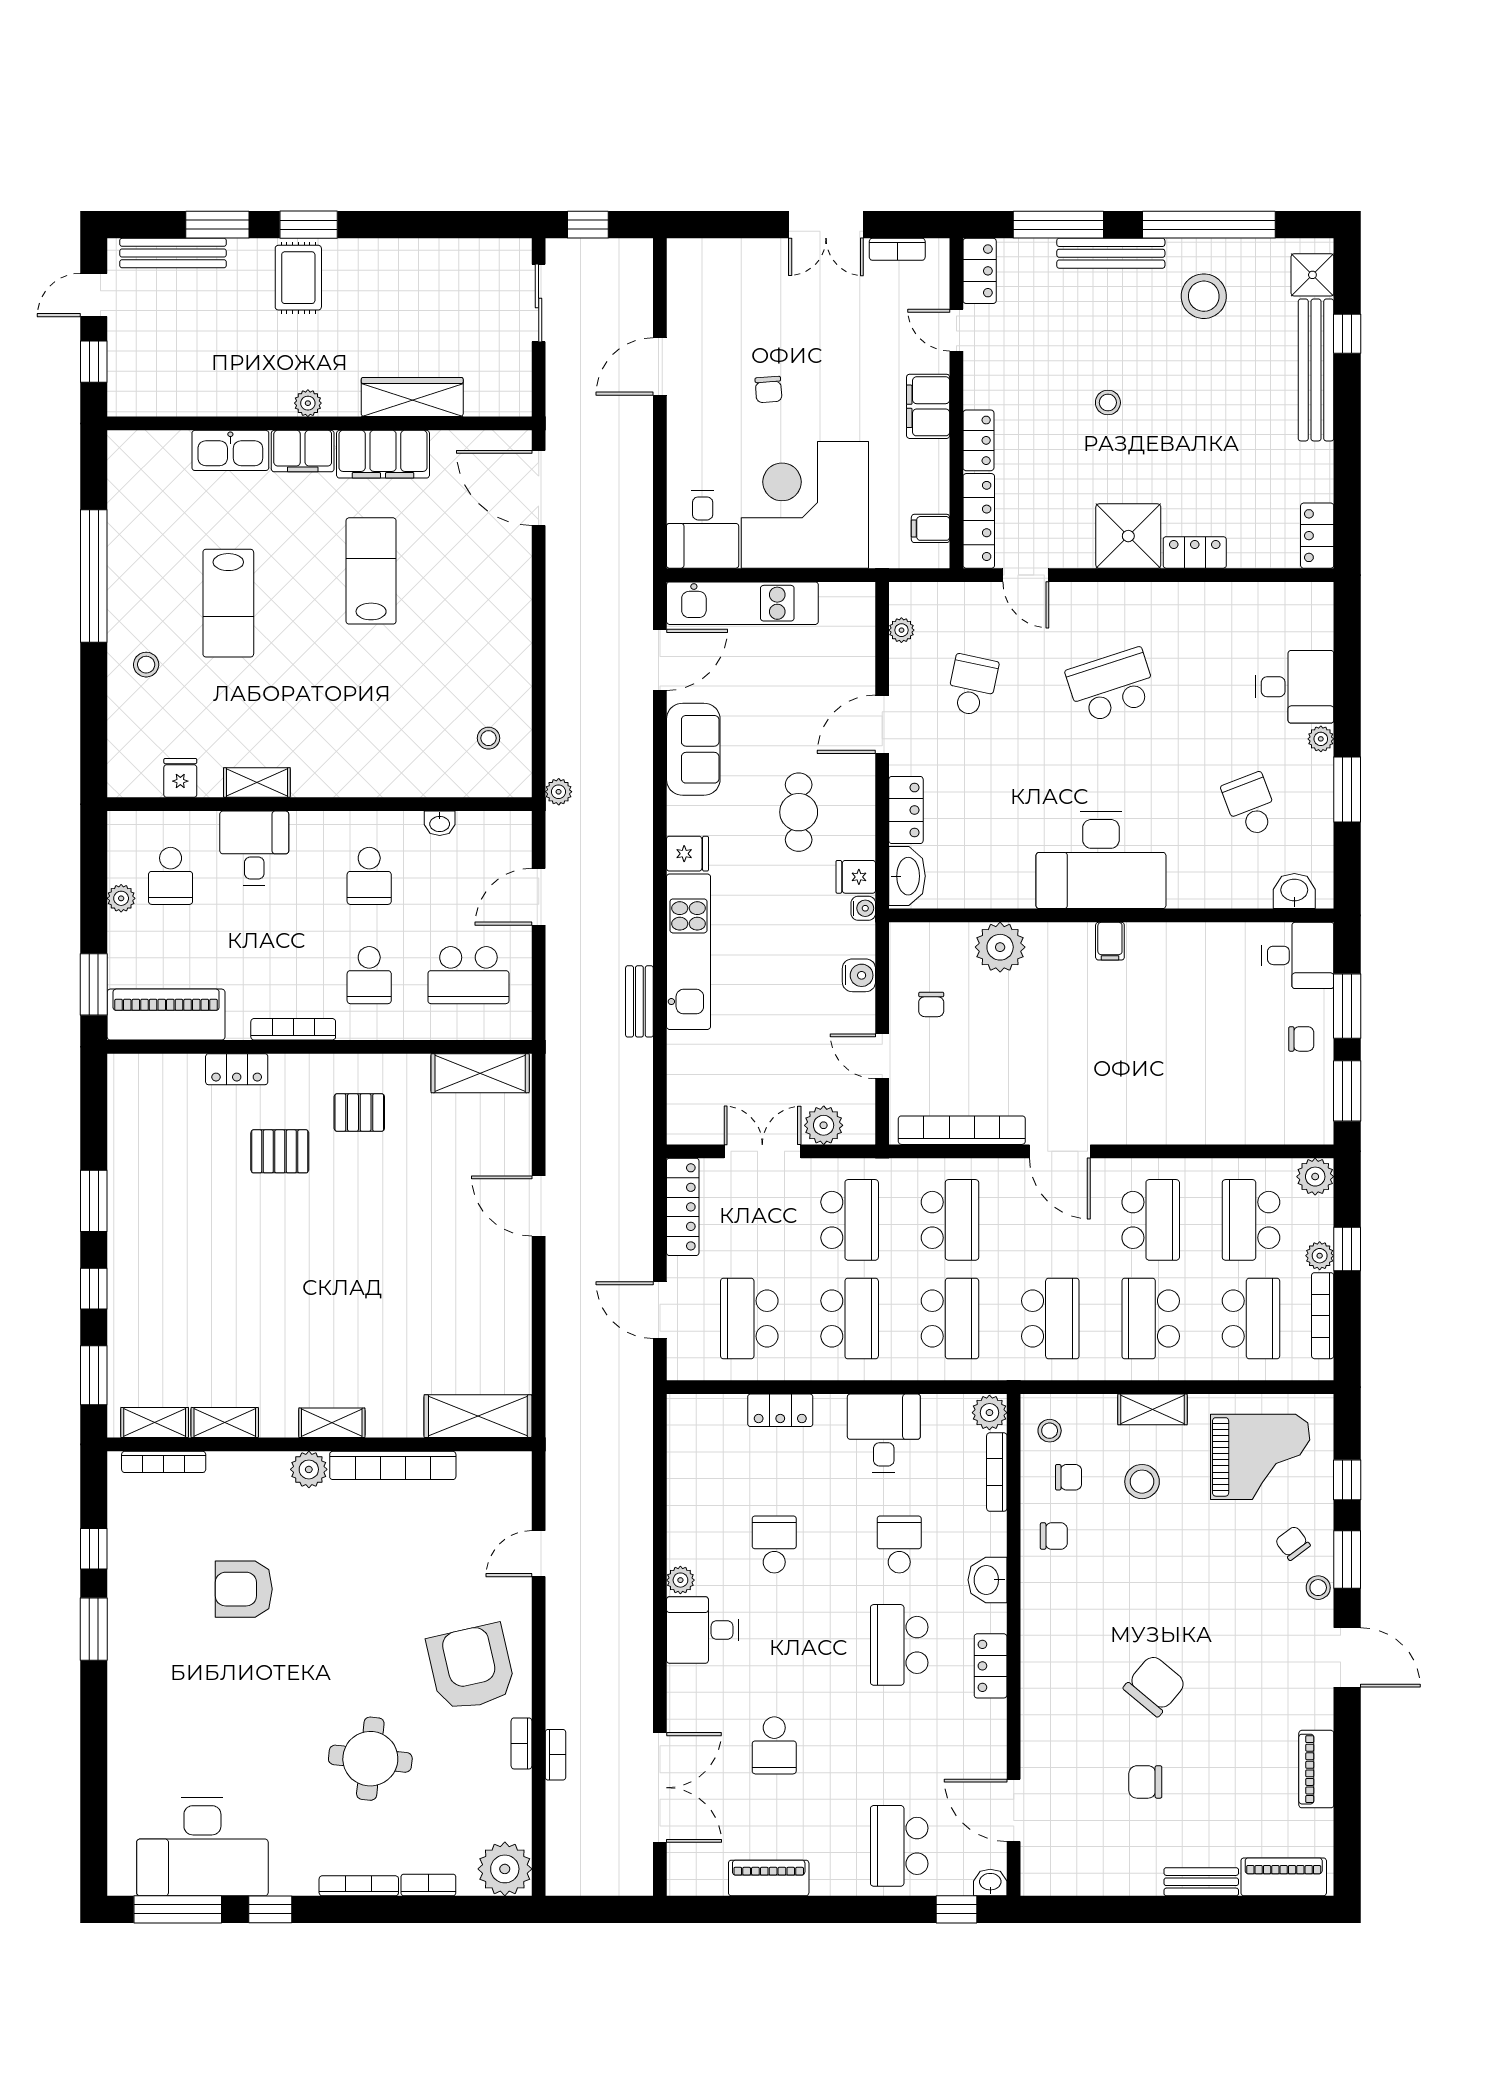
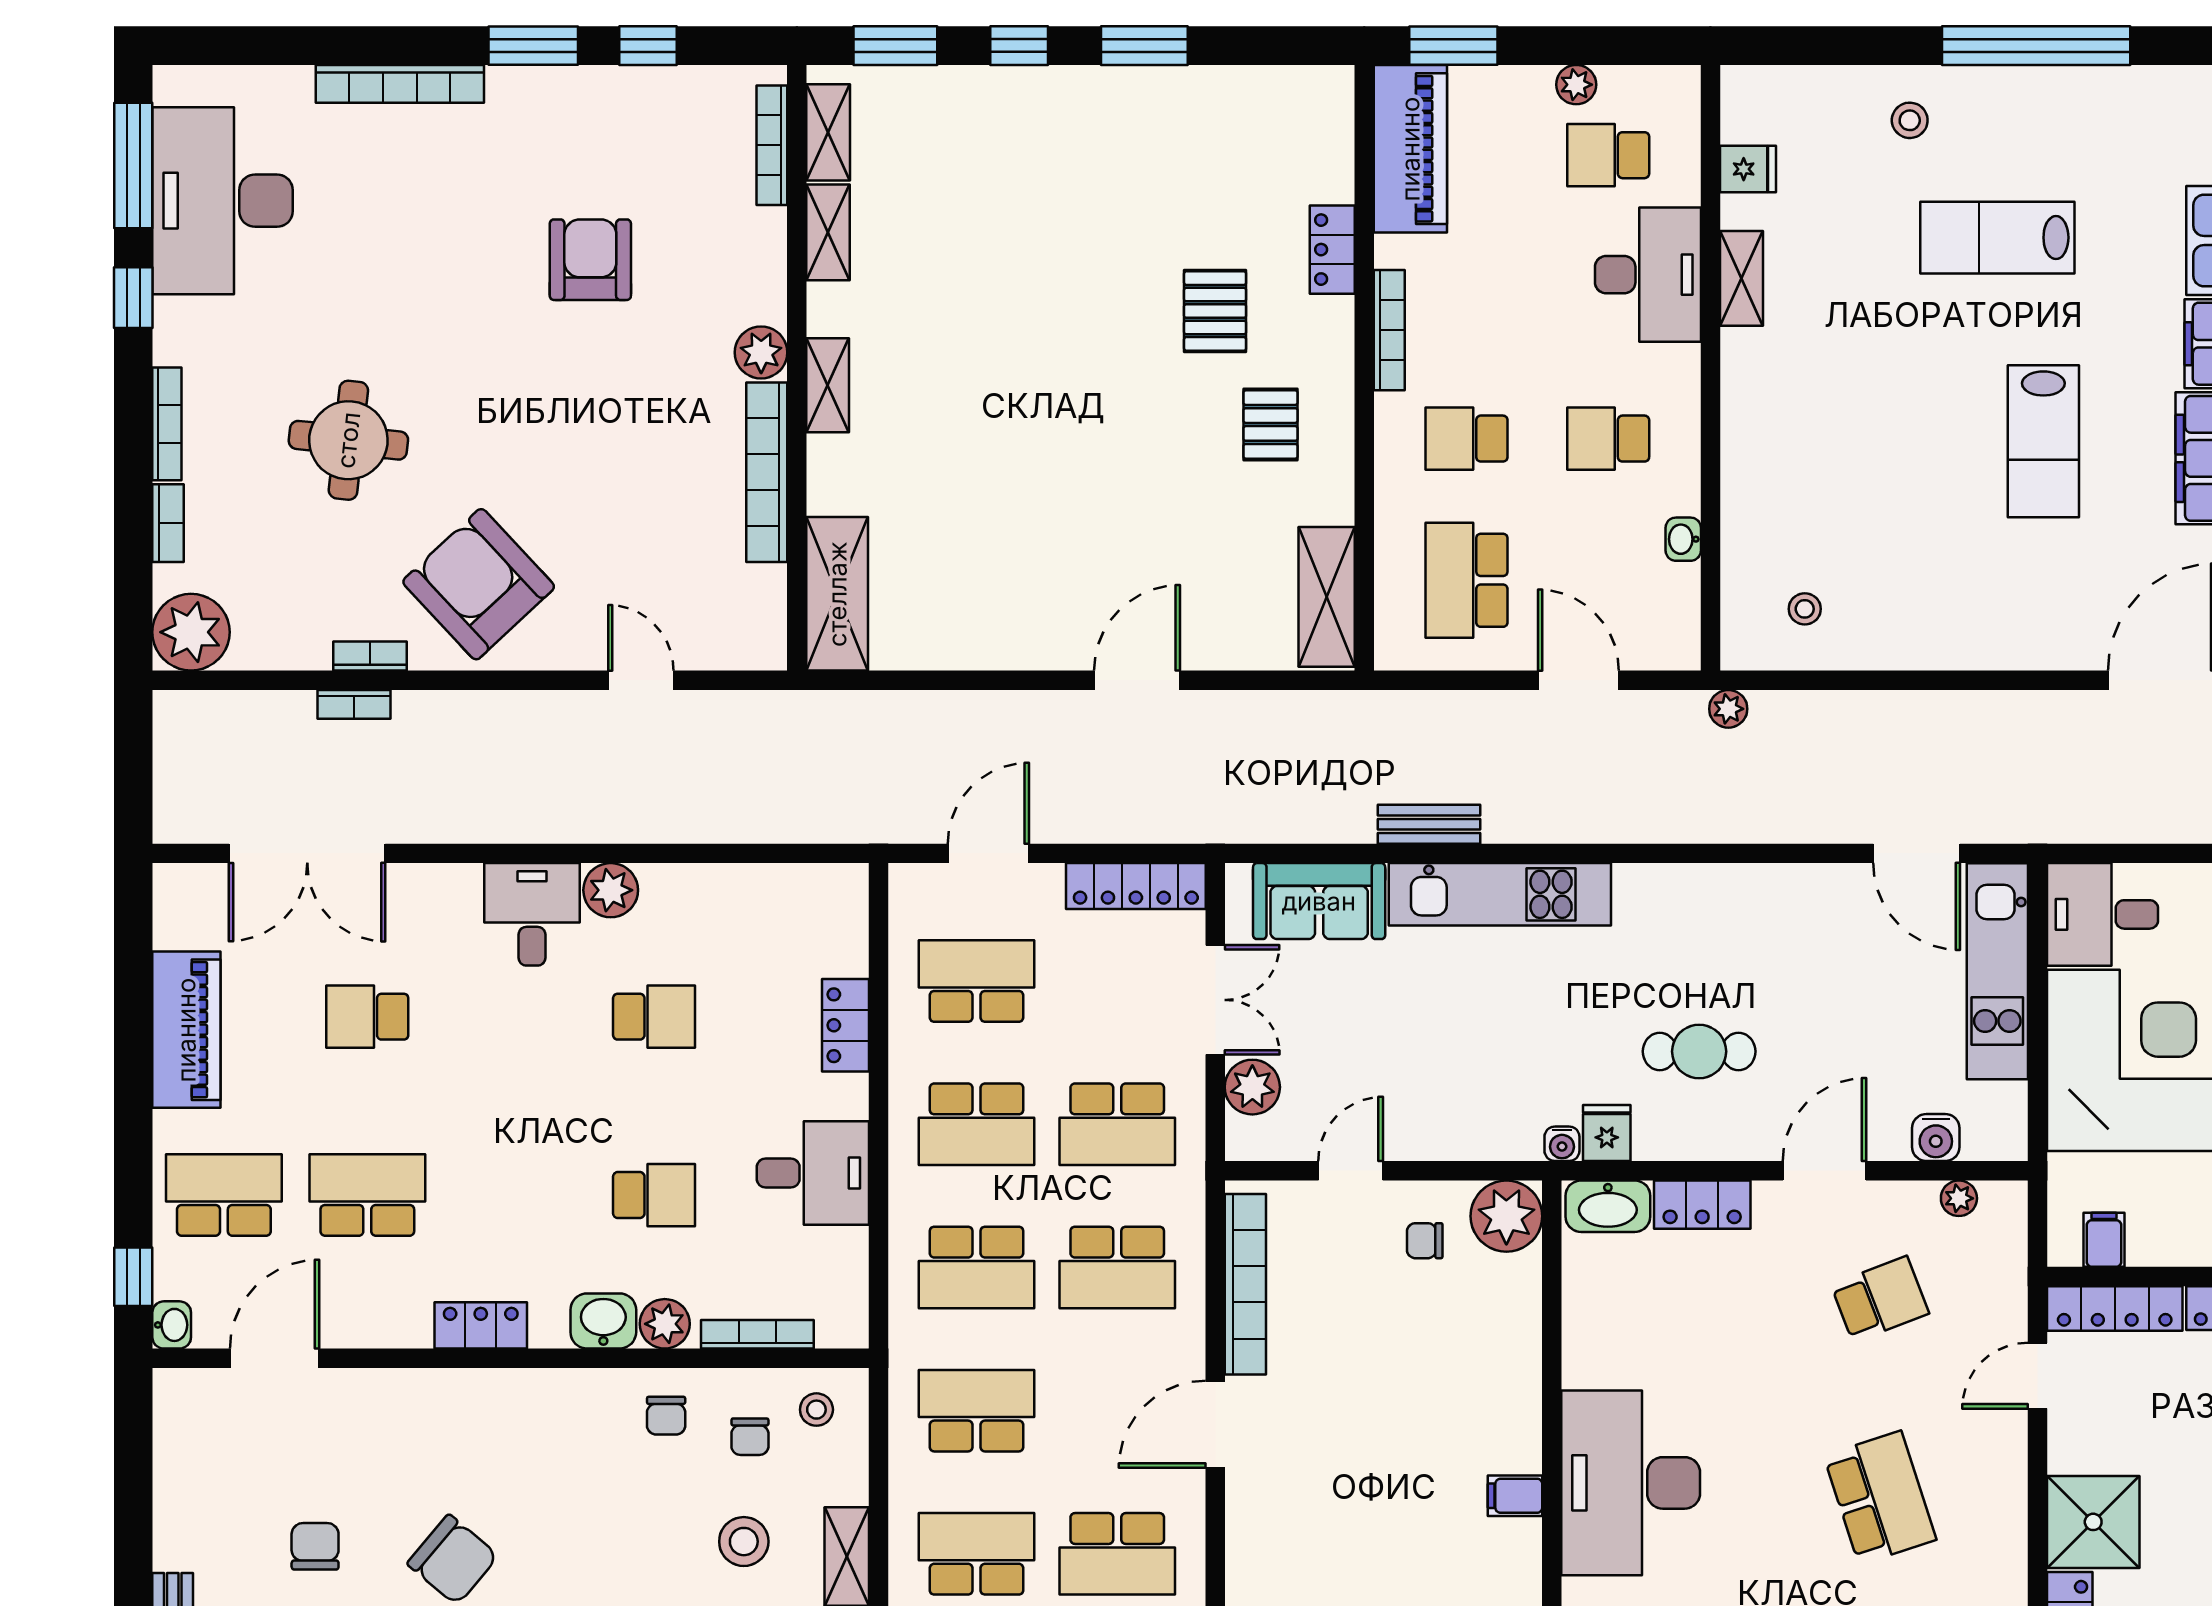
lab bench: (371, 571) -> (2043, 441), turned 90
school desk: (972, 685) -> (1880, 1299), turned -33
door: (882, 724) -> (1825, 1171), hinge flipped
sofa: (693, 749) -> (1319, 901), moved
desk: (254, 848) -> (1648, 275), width x1.37
fridge: (688, 854) -> (1640, 893), removed
plant: (1000, 947) -> (1506, 1216), moved
water cooler: (859, 975) -> (1936, 1138), moved
school desk: (1050, 1319) -> (977, 1411), turned 180
plant: (989, 1413) -> (665, 1324), moved
plant: (680, 1580) -> (611, 890), width x1.38, depth x1.38
school desk: (899, 1645) -> (367, 1195), moved
armchair: (471, 1667) -> (479, 584), turned -120
bookcase: (121, 1723) -> (400, 84), added
piano: (769, 1878) -> (186, 1030), width x1.37, depth x1.33

